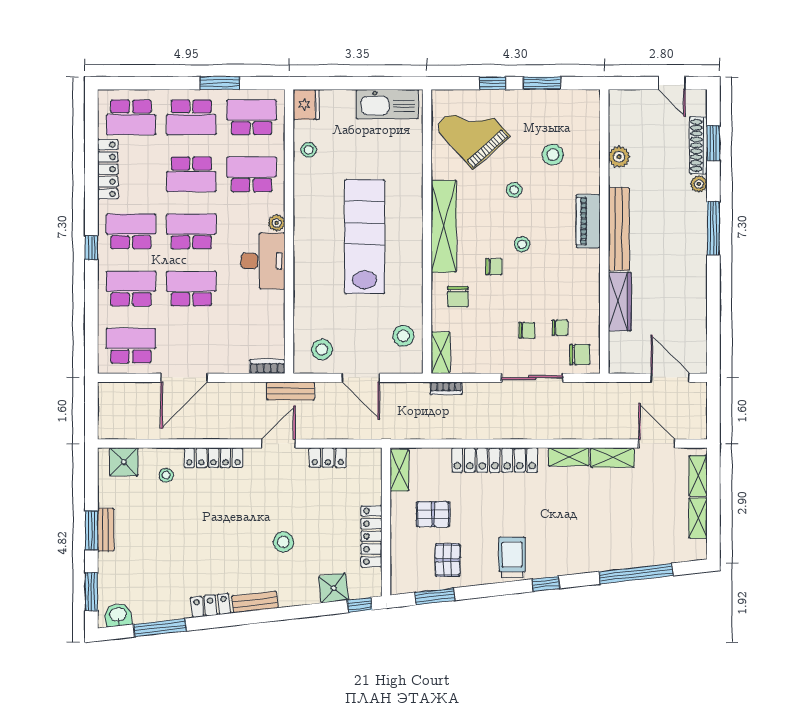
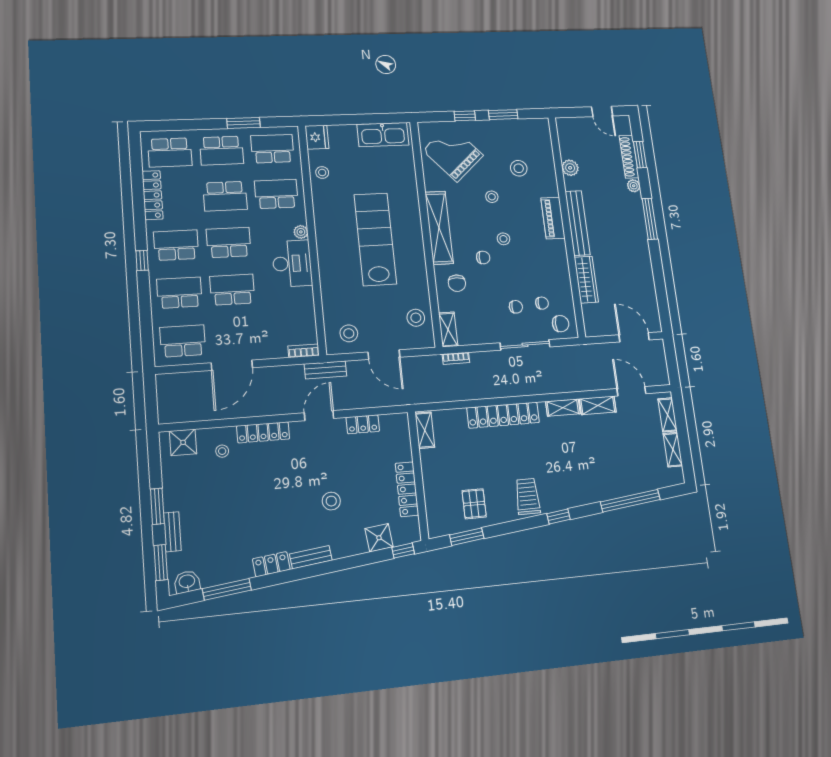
pallet: (433, 514) -> (457, 465), removed
bench: (106, 530) -> (172, 532), moved

